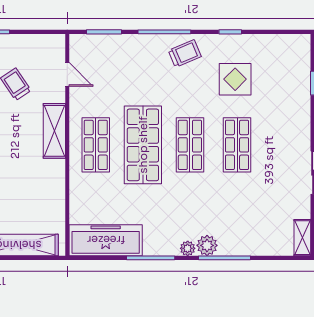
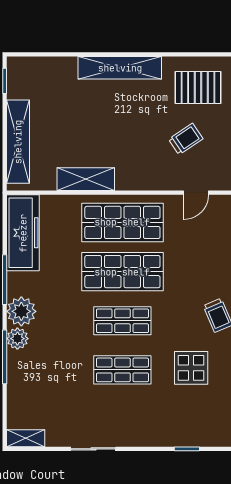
shelving: (54, 131) -> (86, 179), moved
shop shelf: (96, 145) -> (122, 222), width x1.43, depth x1.36
plant: (188, 248) -> (21, 311), width x1.88, depth x1.88

